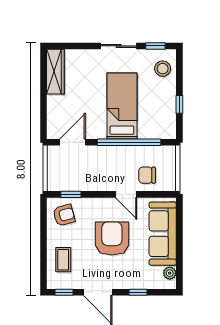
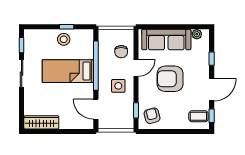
stool: (163, 69) -> (64, 39), moved
side table: (103, 171) -> (118, 86), added
coffee table: (63, 260) -> (198, 116), moved

